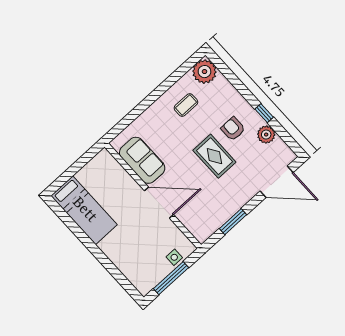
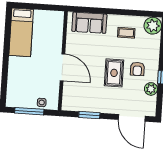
armchair: (233, 129) -> (137, 69), turned 180
sofa: (142, 160) -> (89, 23), moved, turned 90

